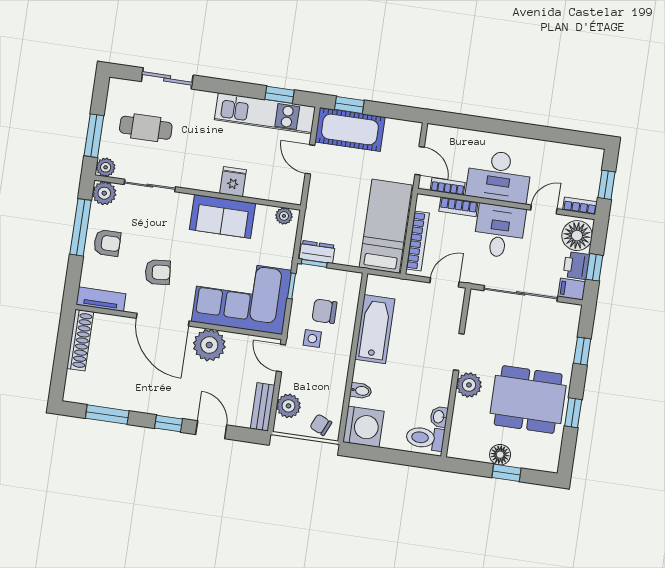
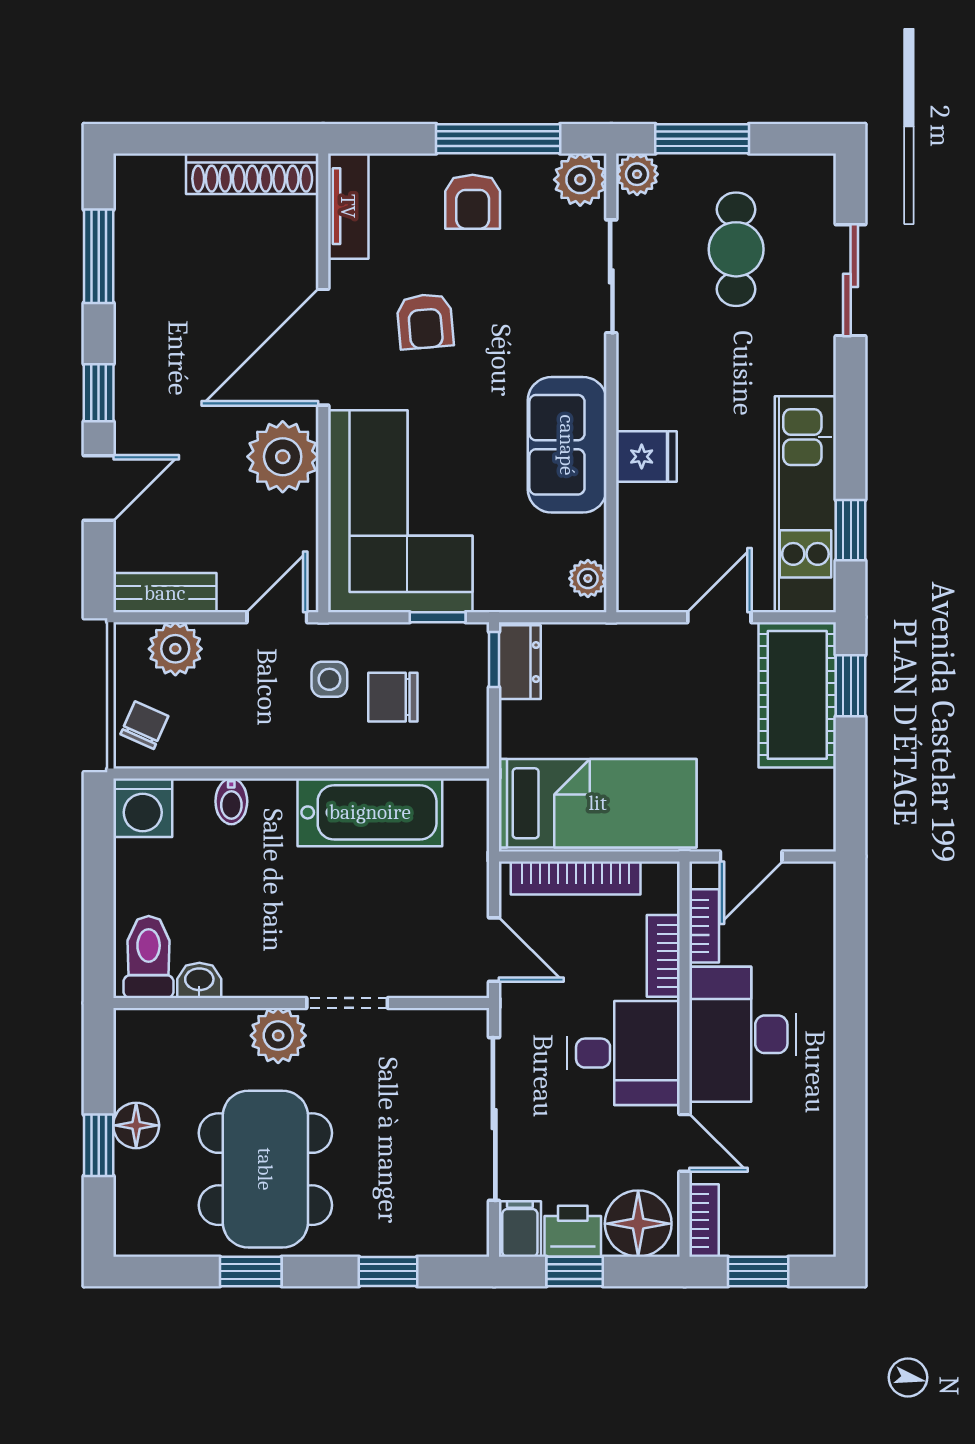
chair: (324, 311) -> (393, 697), turned -90
washing machine: (363, 427) -> (143, 808), width x0.73, depth x0.73

